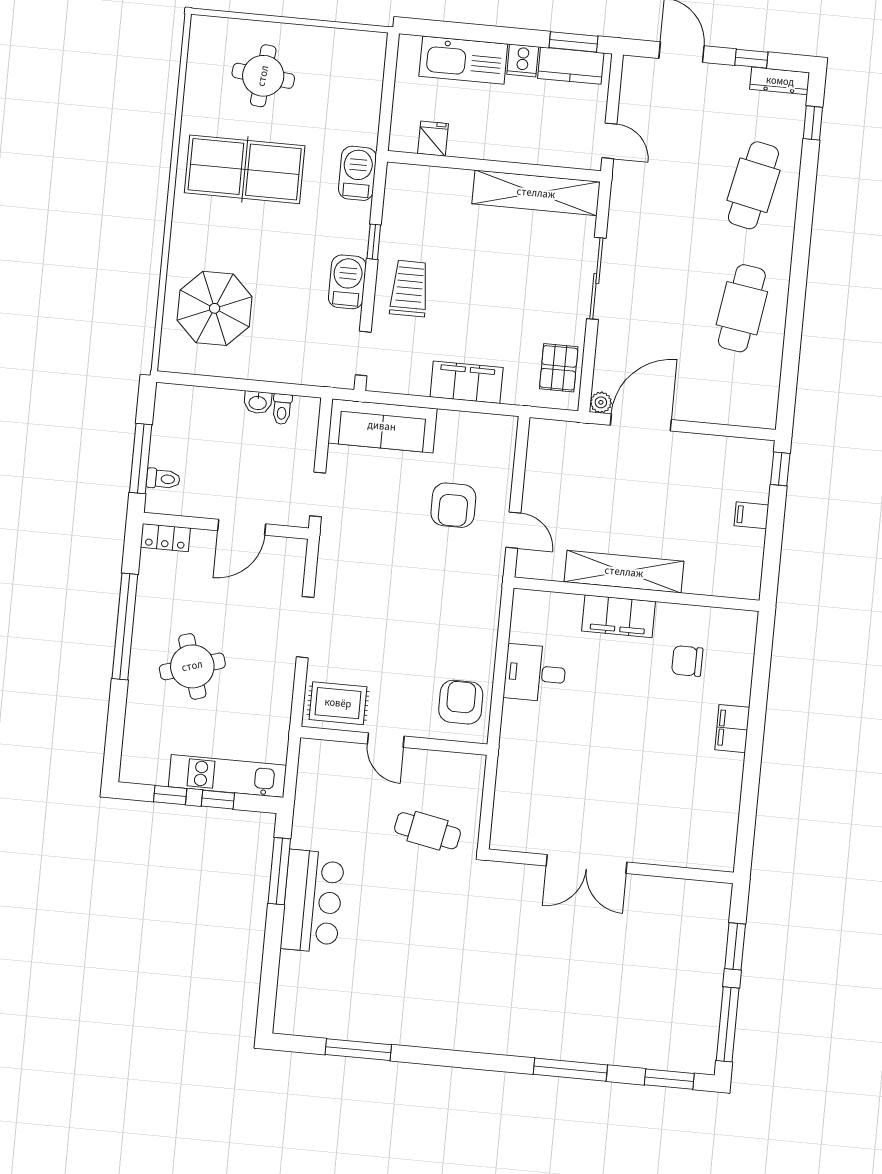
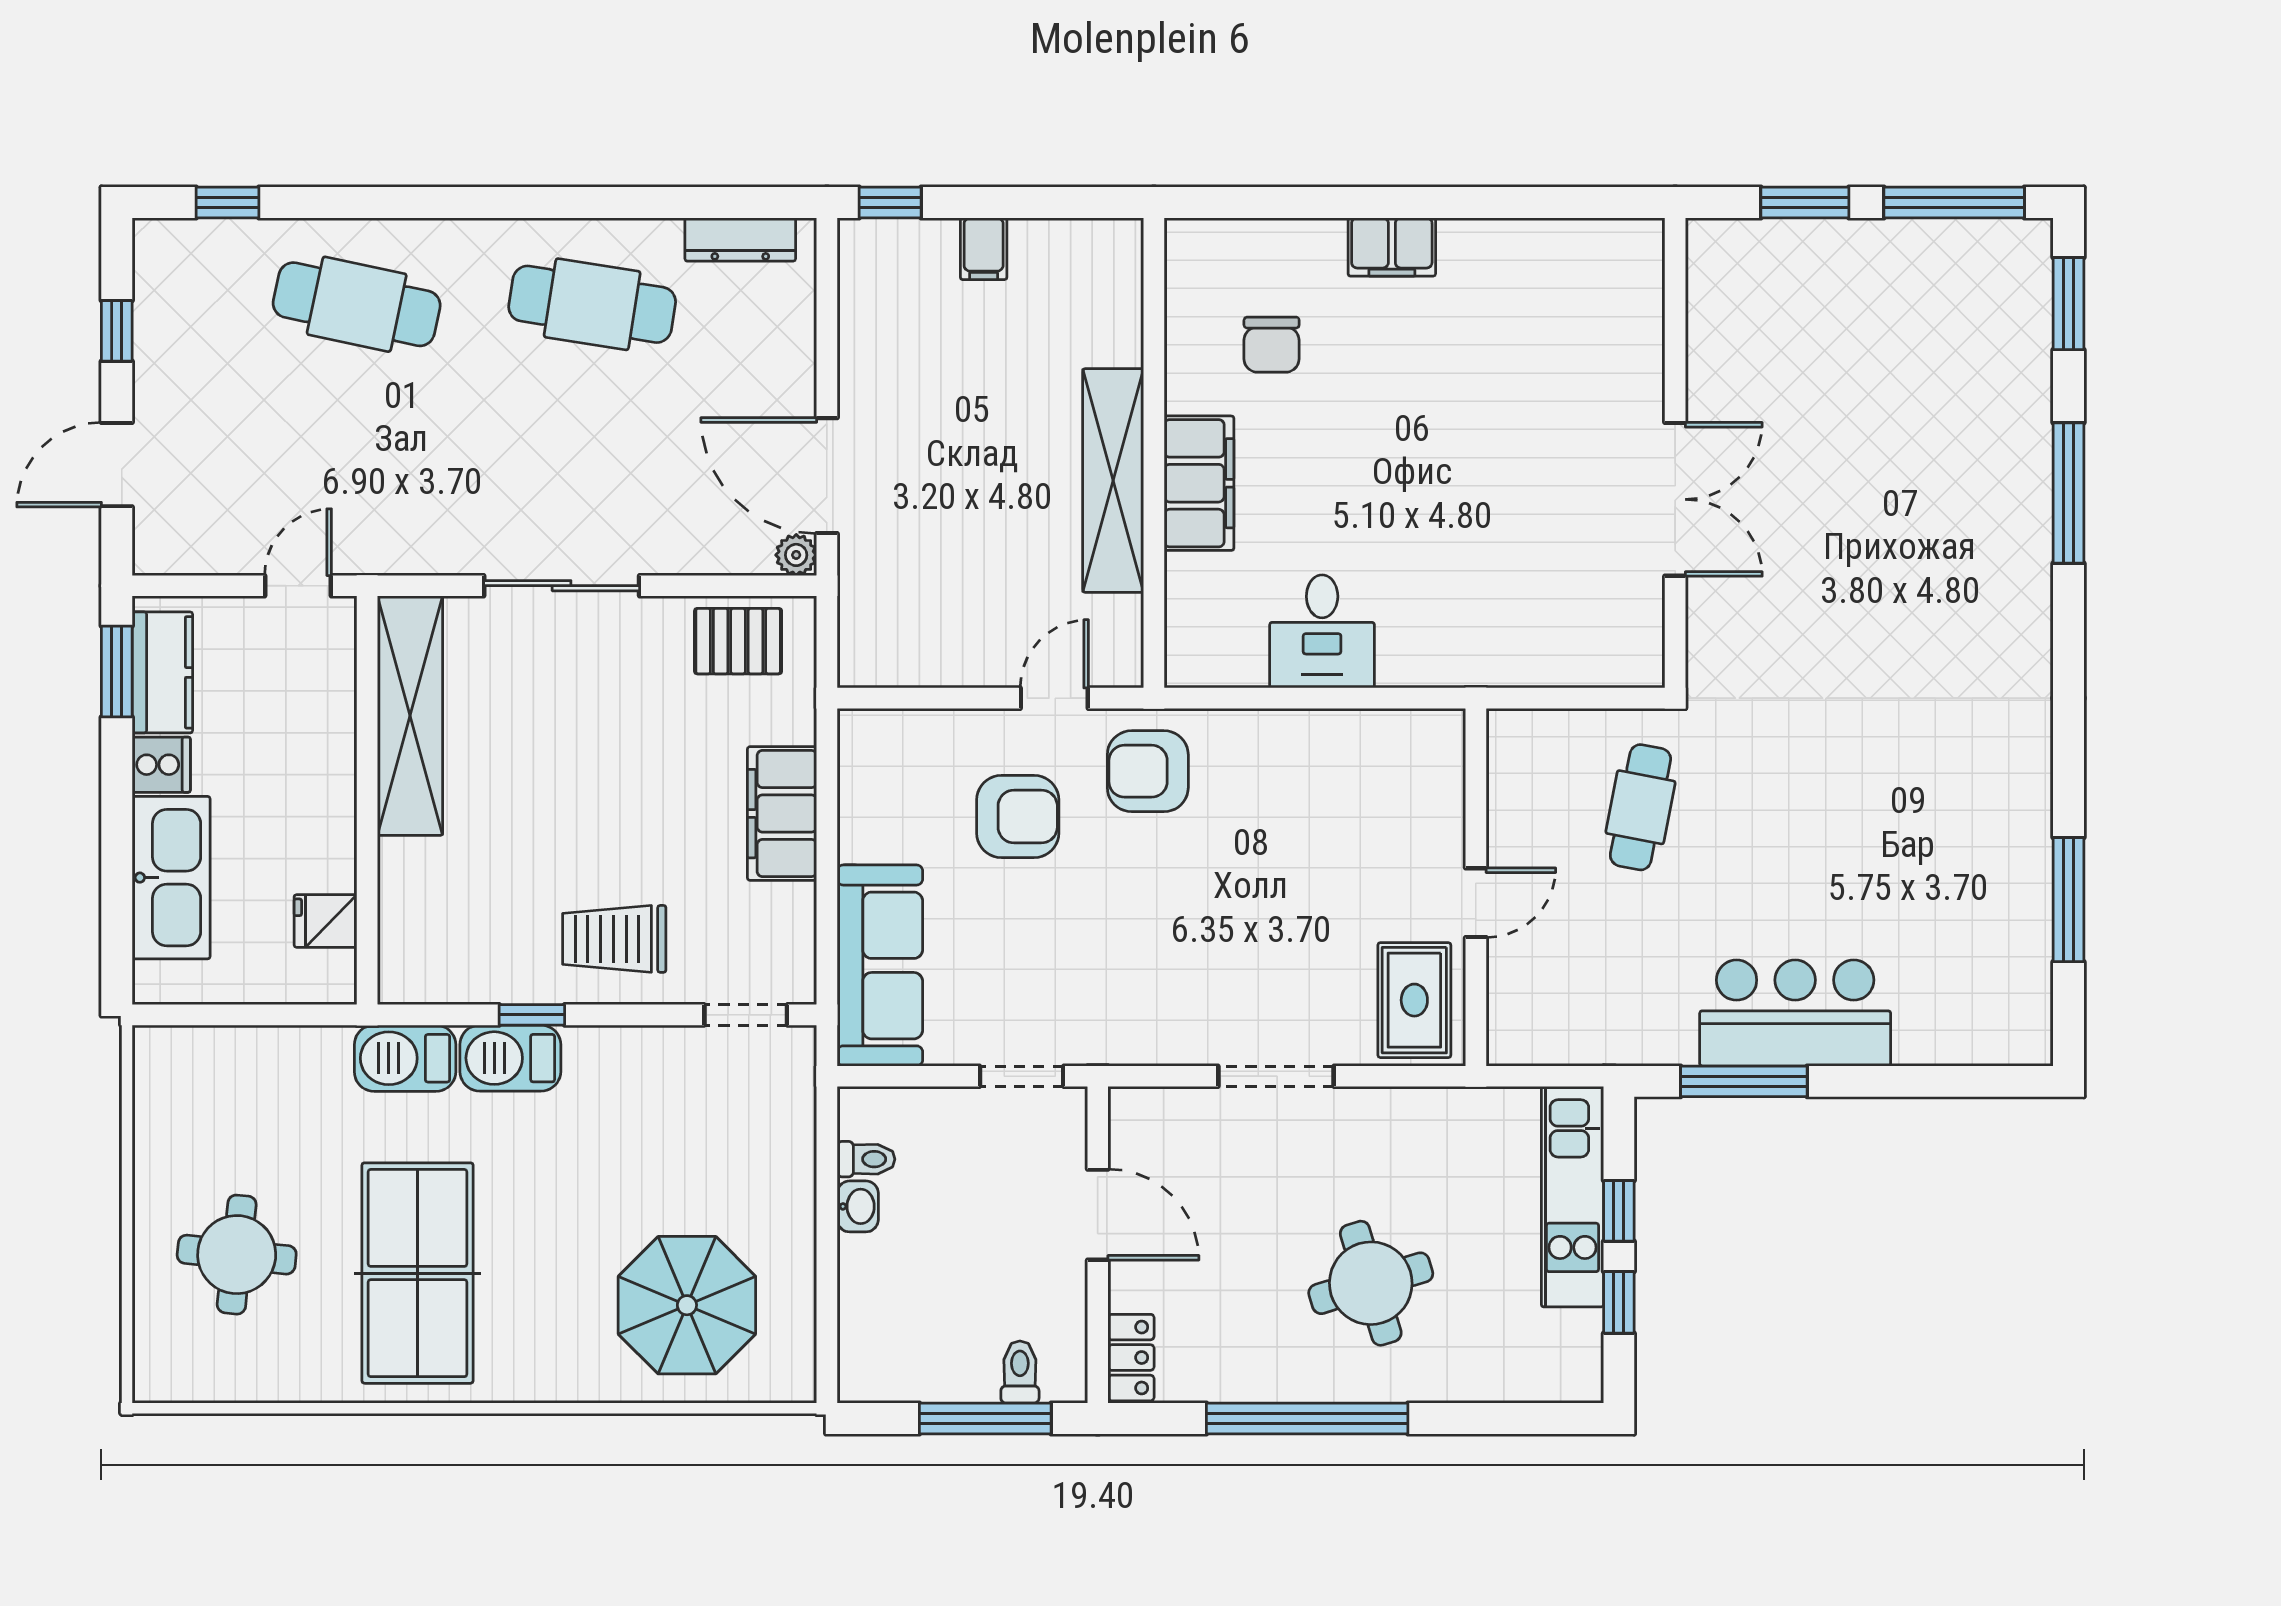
dresser: (780, 81) -> (740, 240), moved, turned 90
barbecue: (347, 282) -> (510, 1058), moved
armchair: (461, 702) -> (1148, 771), moved

